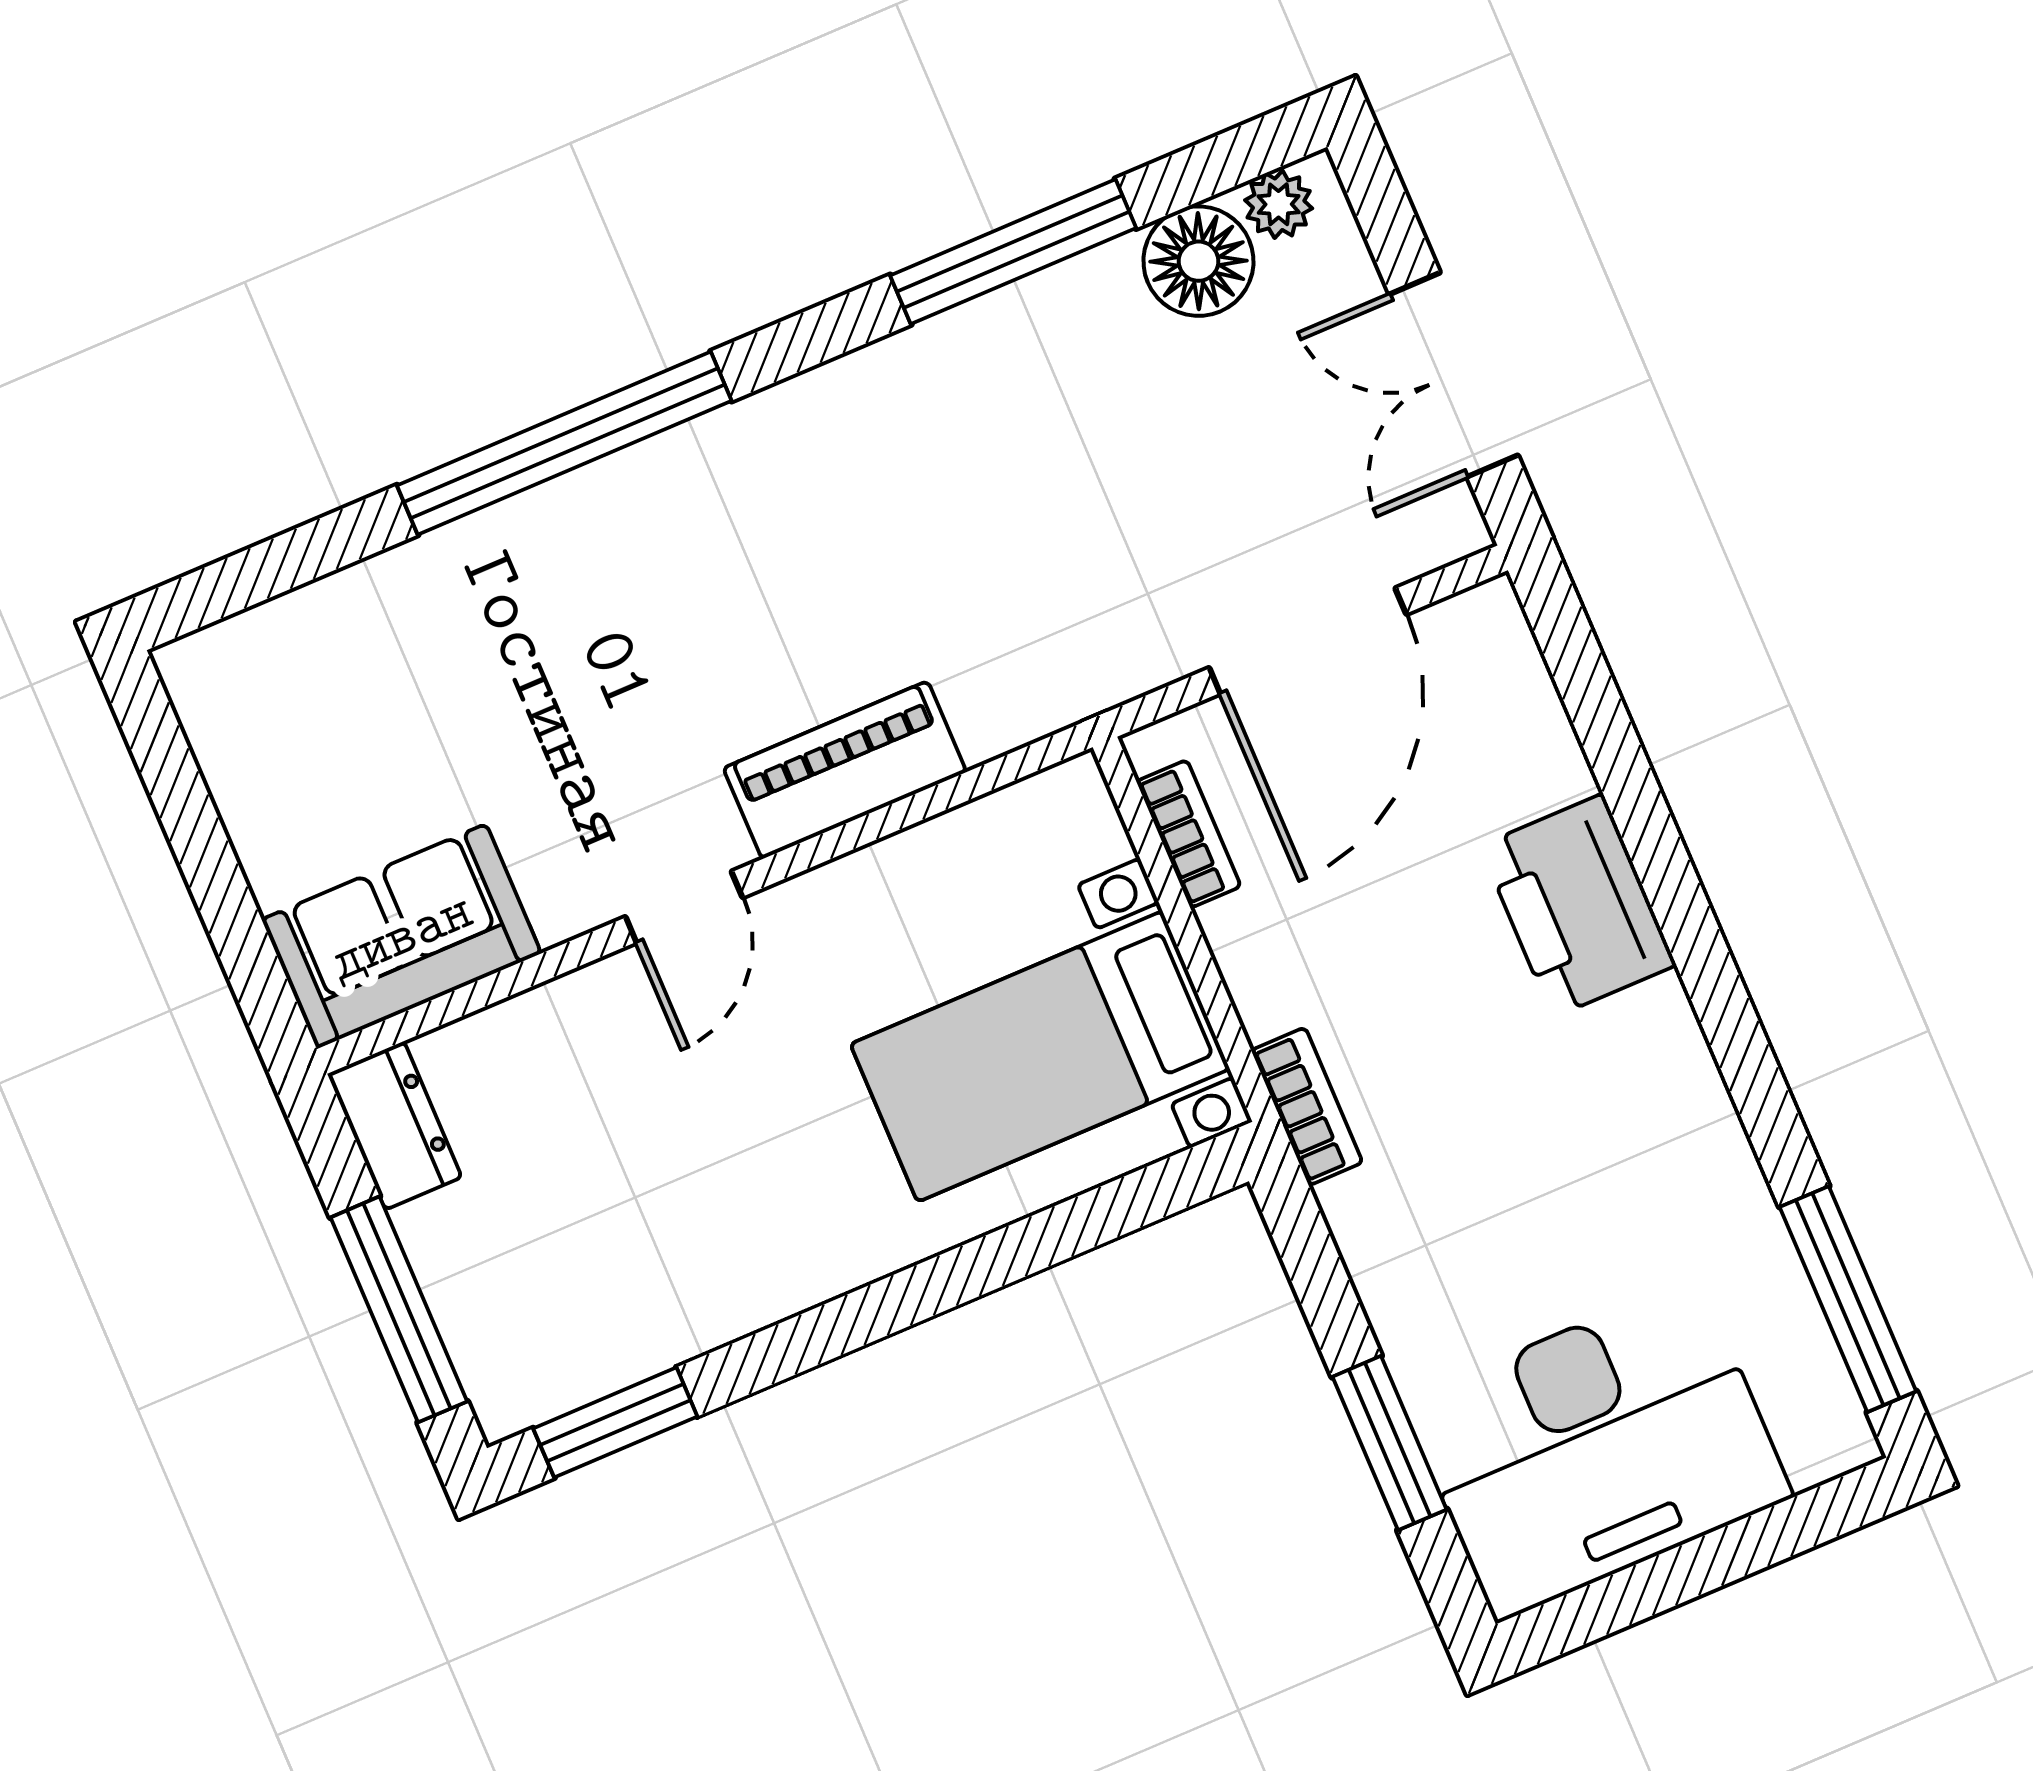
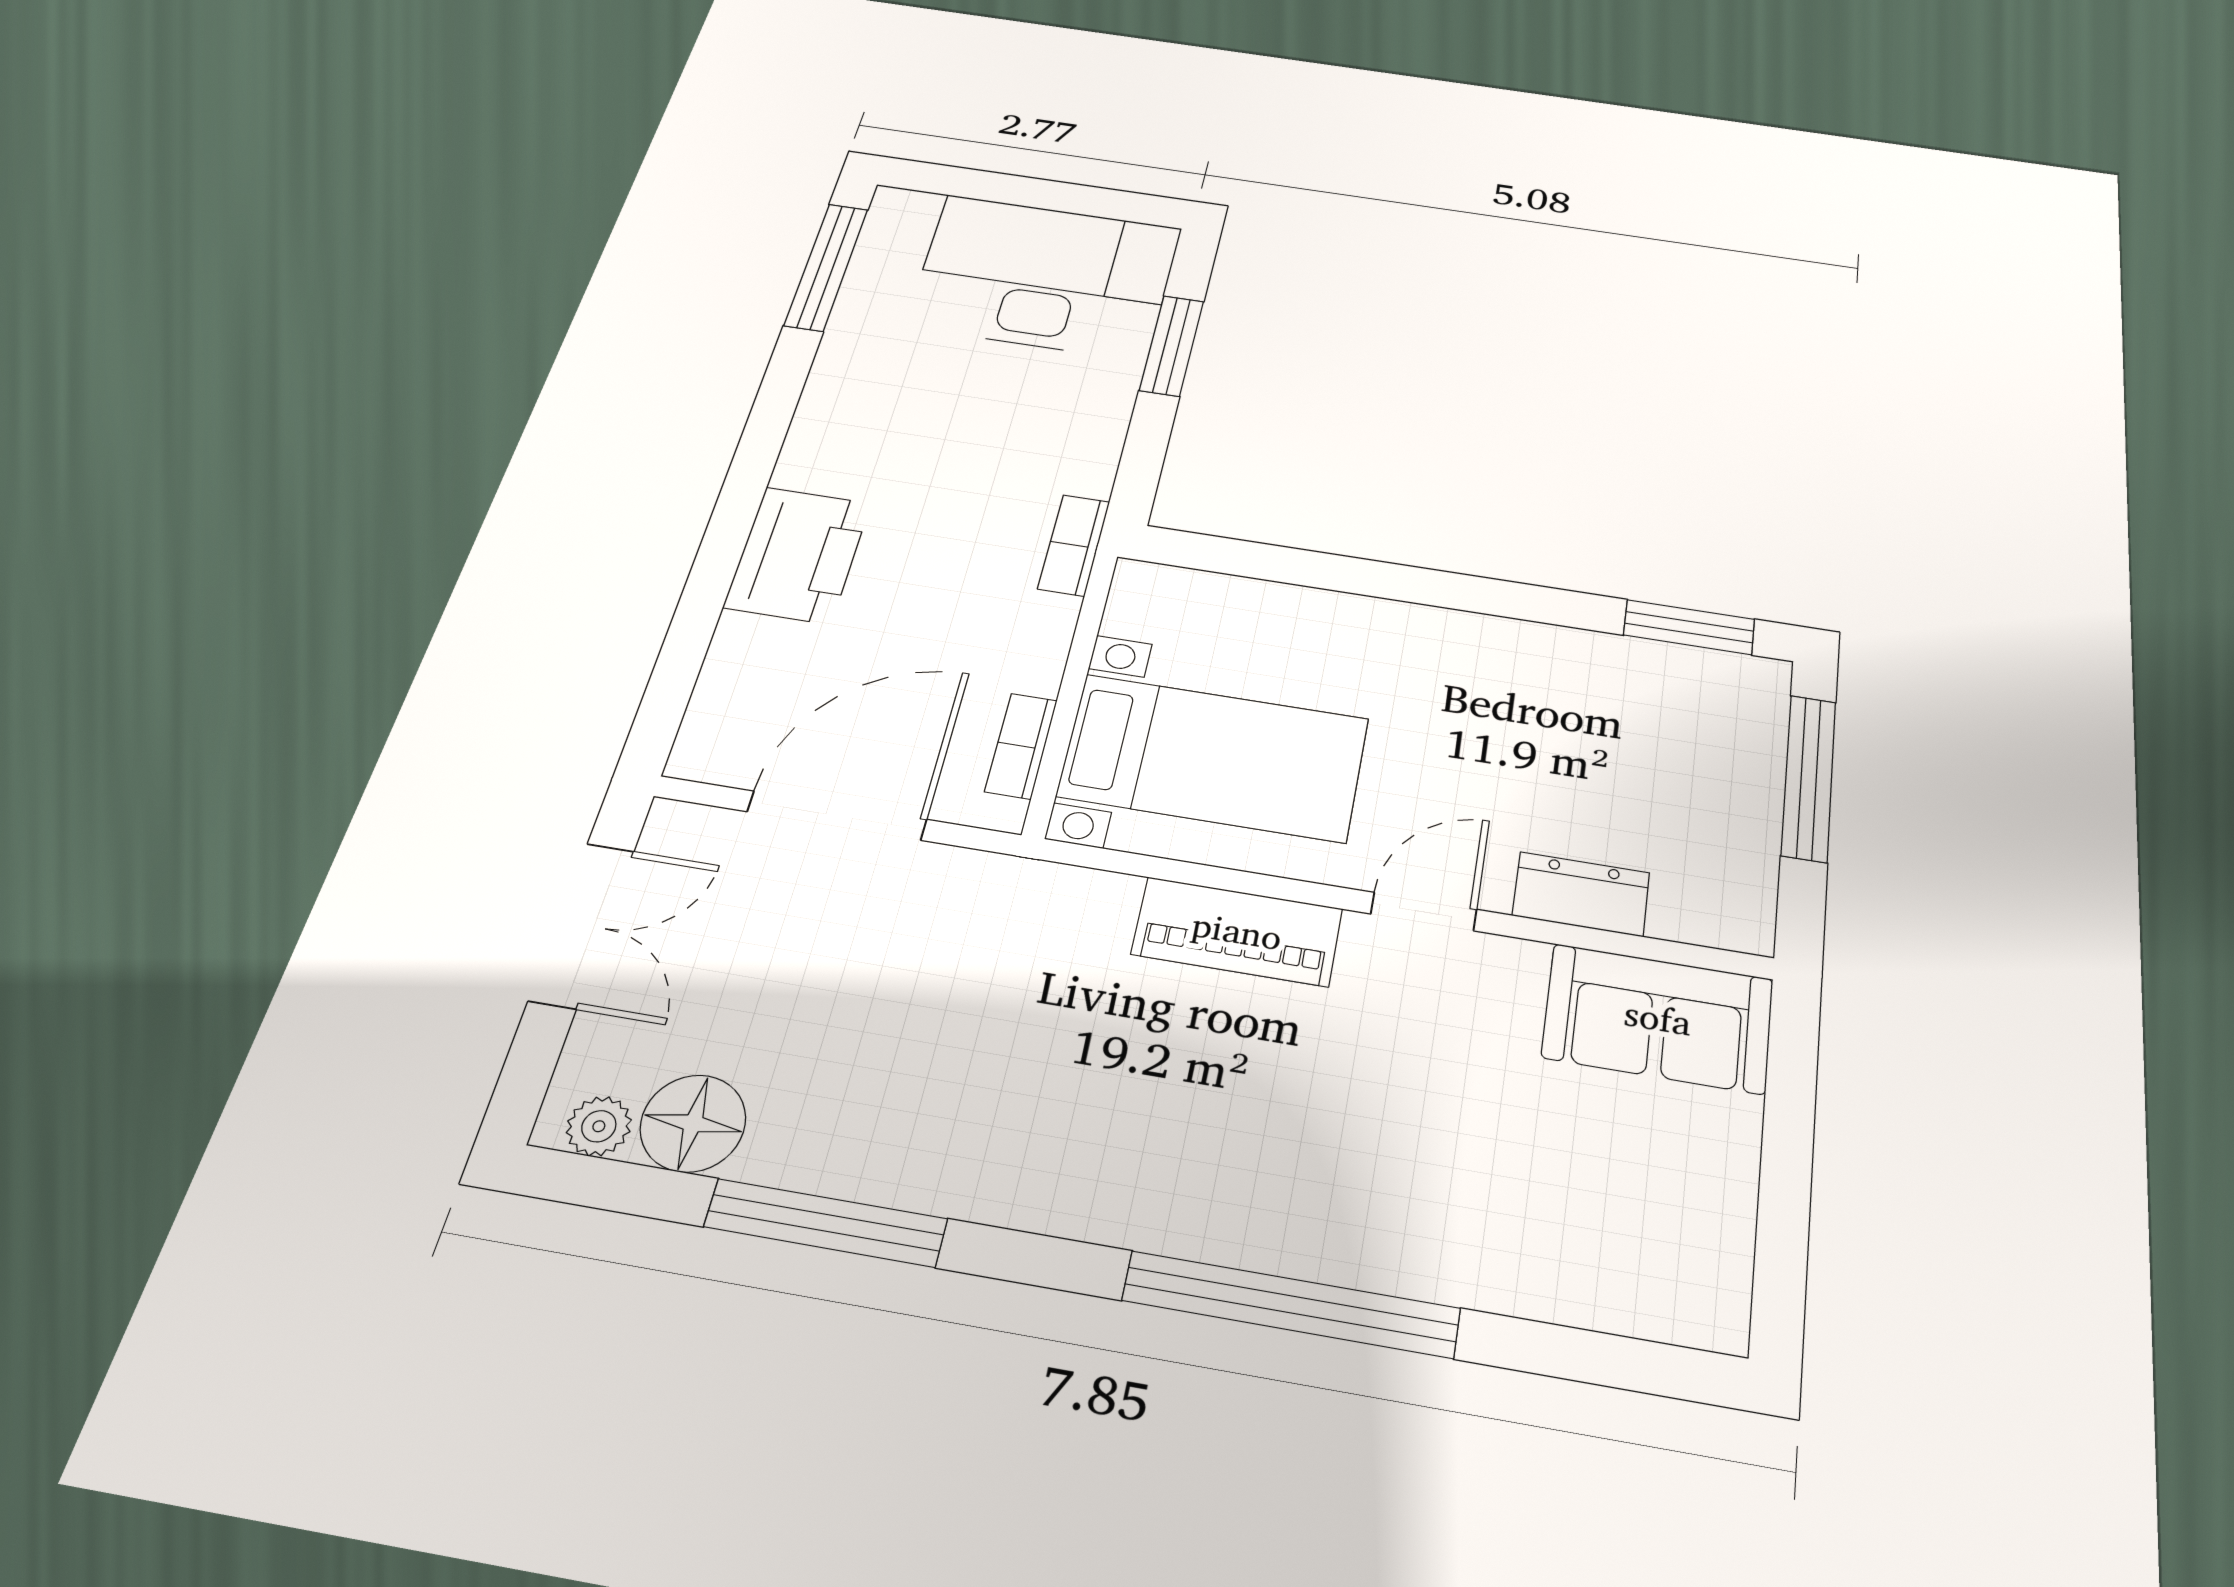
bed with nightstands: (1040, 1056) -> (1214, 757), moved
dresser: (395, 1126) -> (1581, 894), moved, turned 90

